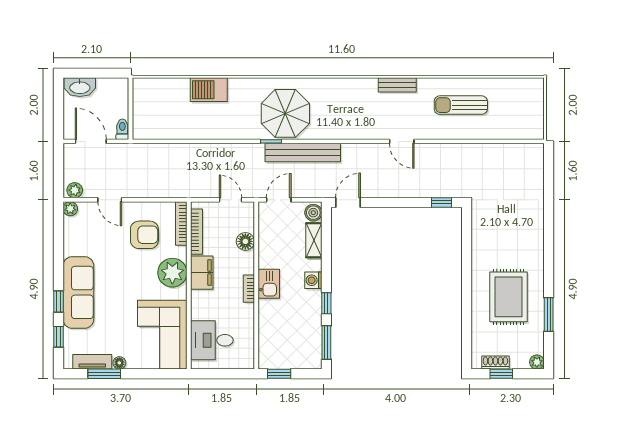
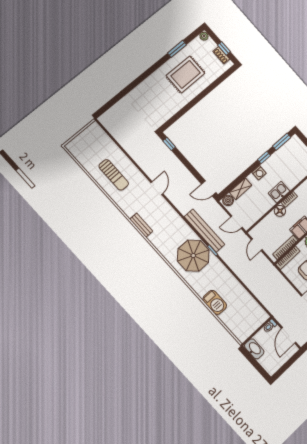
bench: (397, 85) -> (141, 225), moved
washbasin: (80, 87) -> (254, 349), moved
floor lamp: (245, 241) -> (280, 211), moved

